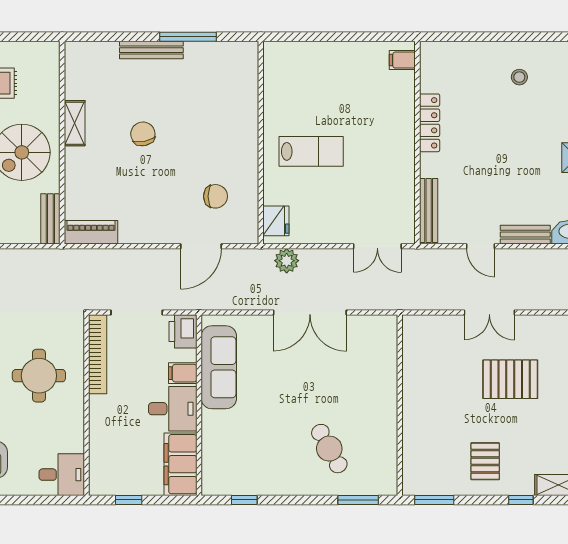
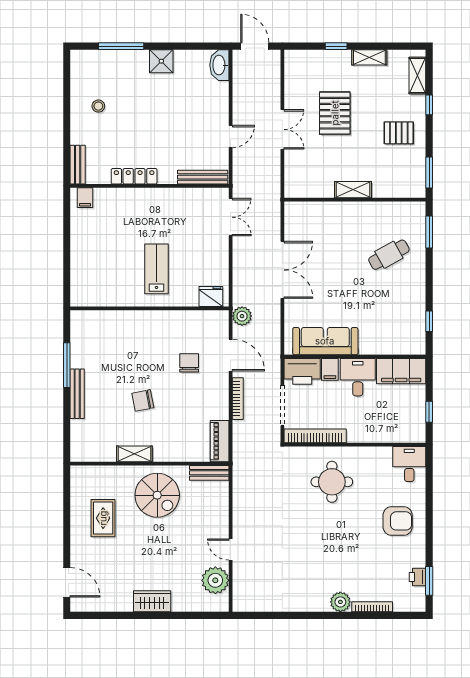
chair: (215, 196) -> (189, 363), moved
bench: (525, 235) -> (78, 165), moved
bookcase: (145, 255) -> (238, 399), added
plant: (287, 261) -> (242, 316), moved
printer: (183, 331) -> (302, 371), width x1.37, depth x1.19
shelving: (412, 403) -> (353, 190), added

